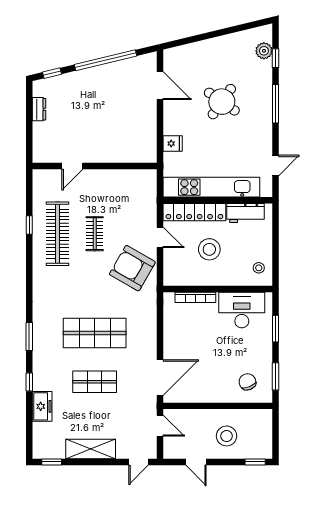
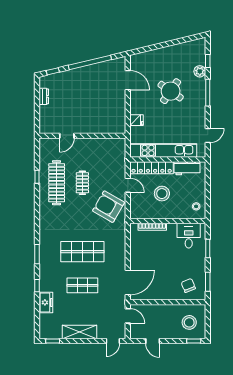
plant: (264, 51) -> (200, 71), moved
desk: (242, 310) -> (189, 236), width x0.73
stool: (227, 436) -> (189, 322), moved

